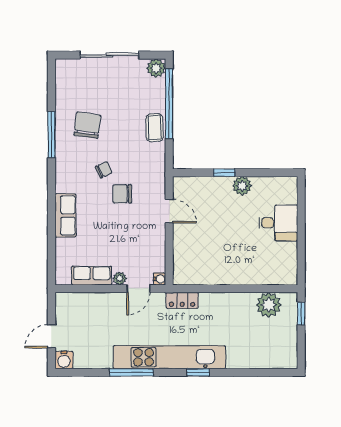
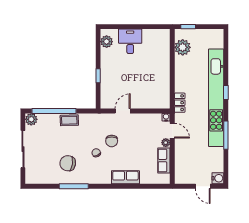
plant: (242, 186) -> (107, 42), moved
kitchen unit: (169, 357) -> (216, 98), width x1.36

